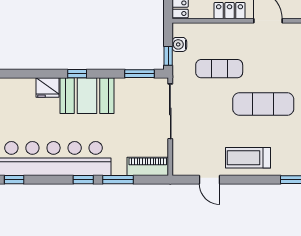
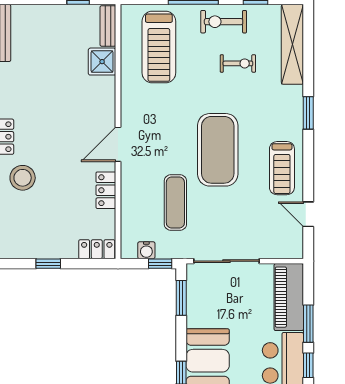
exercise mat: (263, 104) -> (218, 150), width x1.47
piano: (148, 166) -> (289, 297), width x1.37, depth x1.33
door: (209, 180) -> (308, 214), swing flipped

